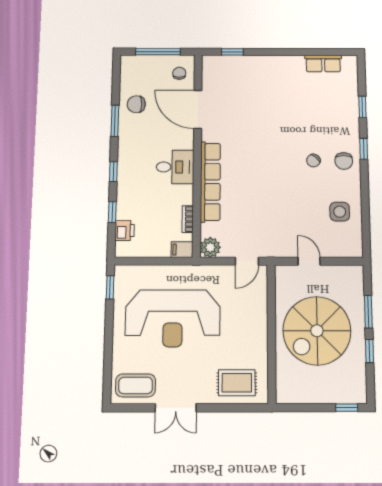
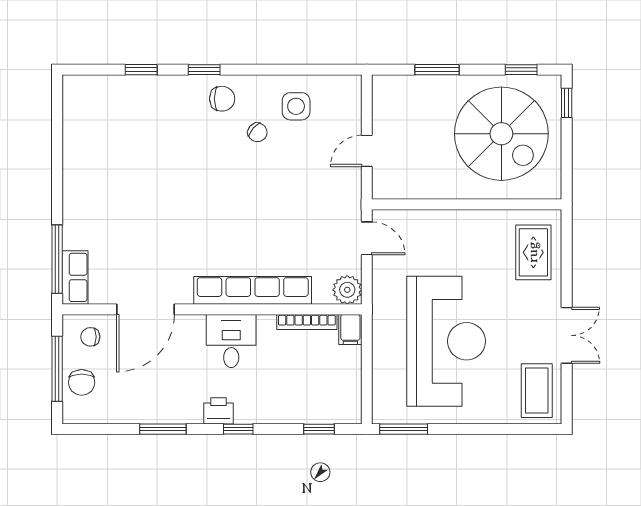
window: (232, 52) -> (57, 259), width x2.17
row of seats: (323, 64) -> (75, 277), moved
chair: (136, 104) -> (82, 382), moved
chair: (313, 161) -> (257, 132), moved
window: (112, 212) -> (319, 429), moved
bookcase: (188, 219) -> (307, 322), width x1.56
printer: (125, 230) -> (218, 411), moved
window: (110, 287) -> (404, 429), width x1.50
spiral stairs: (317, 331) -> (501, 134), moved
window: (370, 351) -> (521, 70), moved

